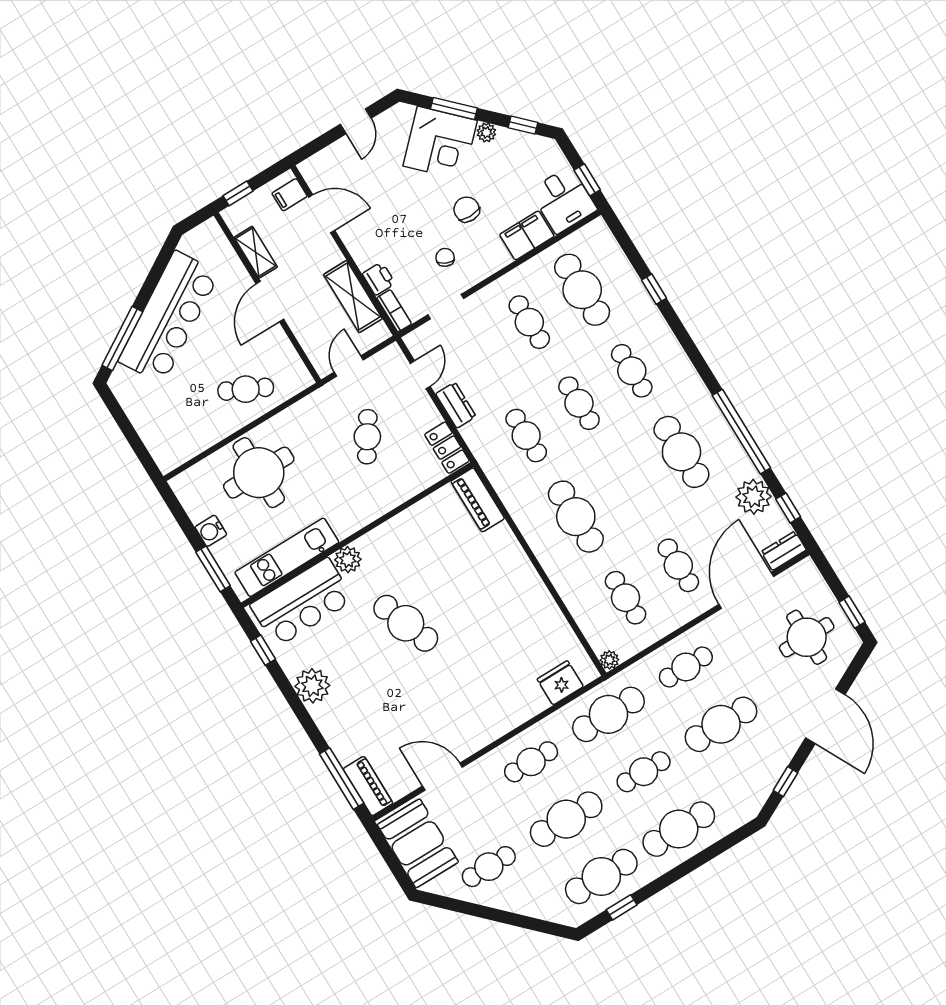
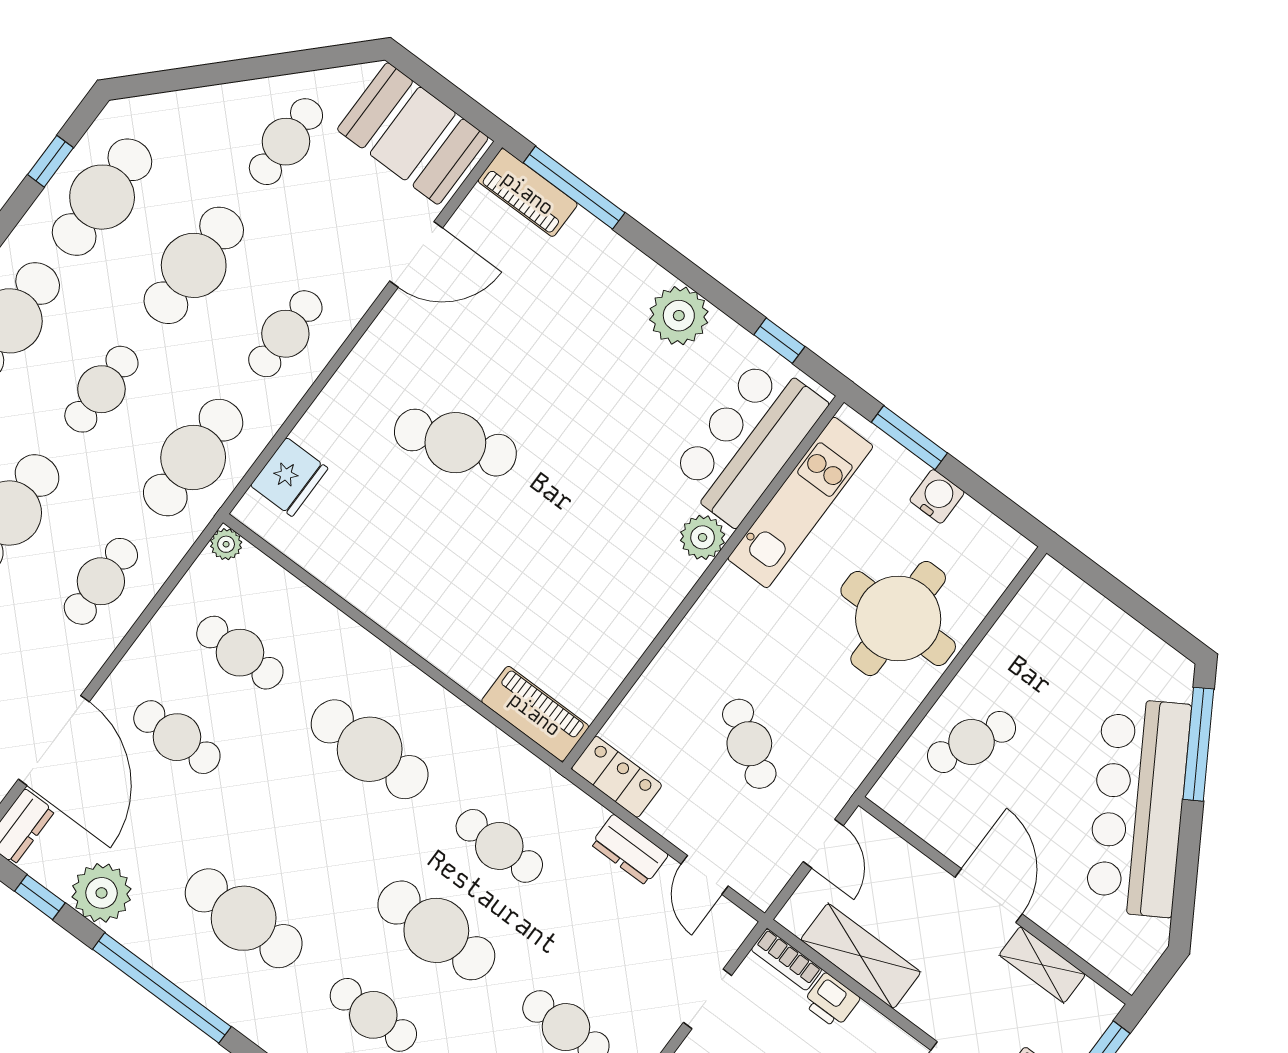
cafe table: (579, 403) -> (436, 930), width x1.37, depth x1.35
cafe table: (406, 623) -> (455, 443), moved

